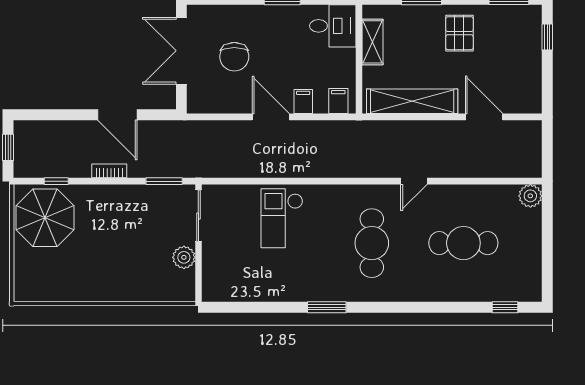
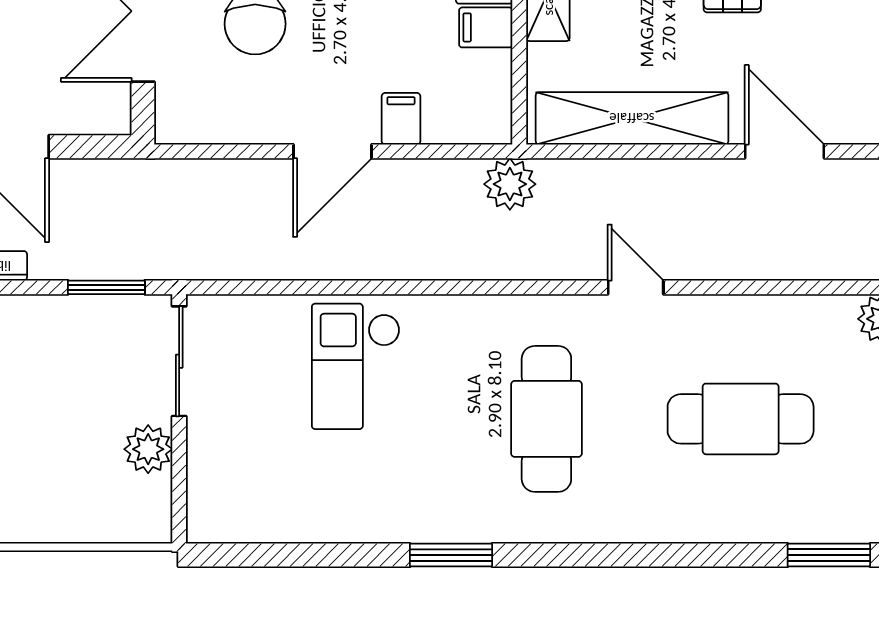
filing cabinet: (338, 101) -> (486, 27), moved, turned -90
door: (271, 117) -> (332, 151), swing flipped
plant: (355, 132) -> (510, 184), added
door: (414, 181) -> (636, 287), swing flipped
window: (505, 307) -> (829, 555), width x1.50

